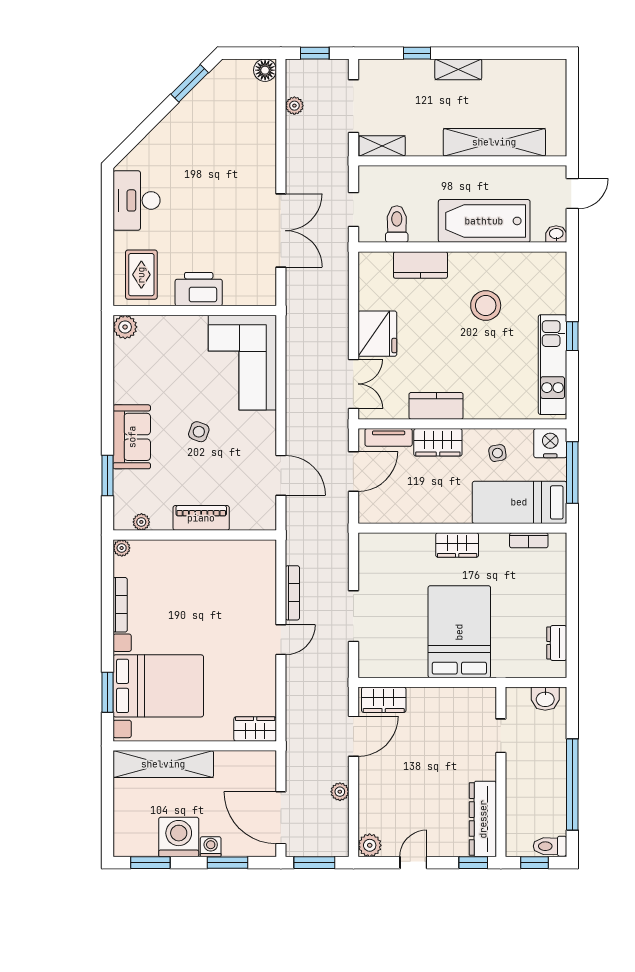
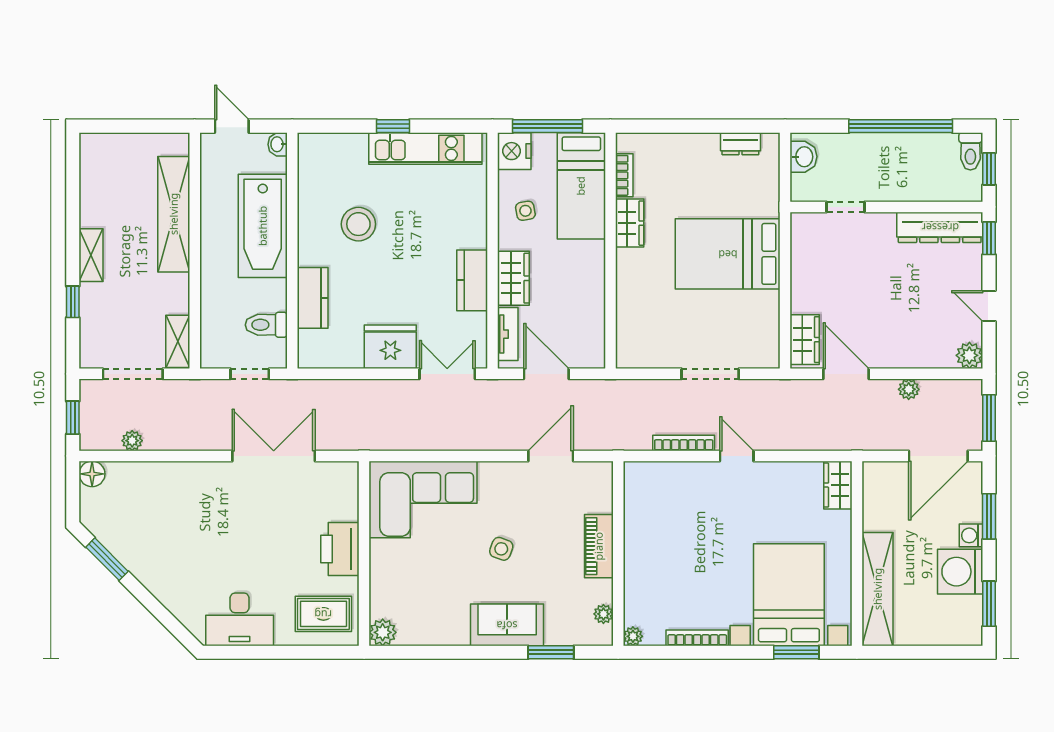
wardrobe: (457, 545) -> (630, 223), moved

